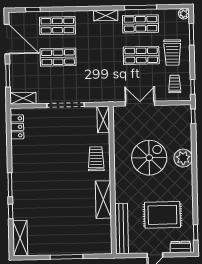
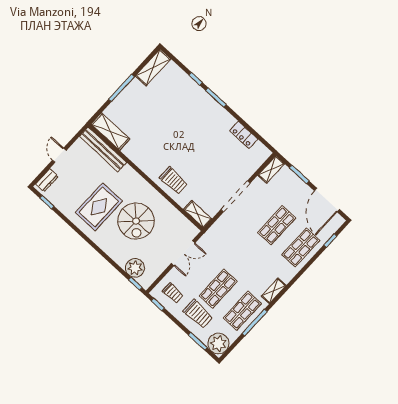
plant: (184, 14) -> (218, 344), width x1.88, depth x1.88
door: (7, 39) -> (327, 200), hinge flipped
trolley: (172, 53) -> (198, 314), turned 180
locker: (17, 127) -> (244, 135), moved
plant: (183, 158) -> (135, 268), moved
shelving: (103, 200) -> (110, 131), moved
rug: (162, 215) -> (99, 207), moved
shelving: (20, 238) -> (153, 67), moved, turned 90

